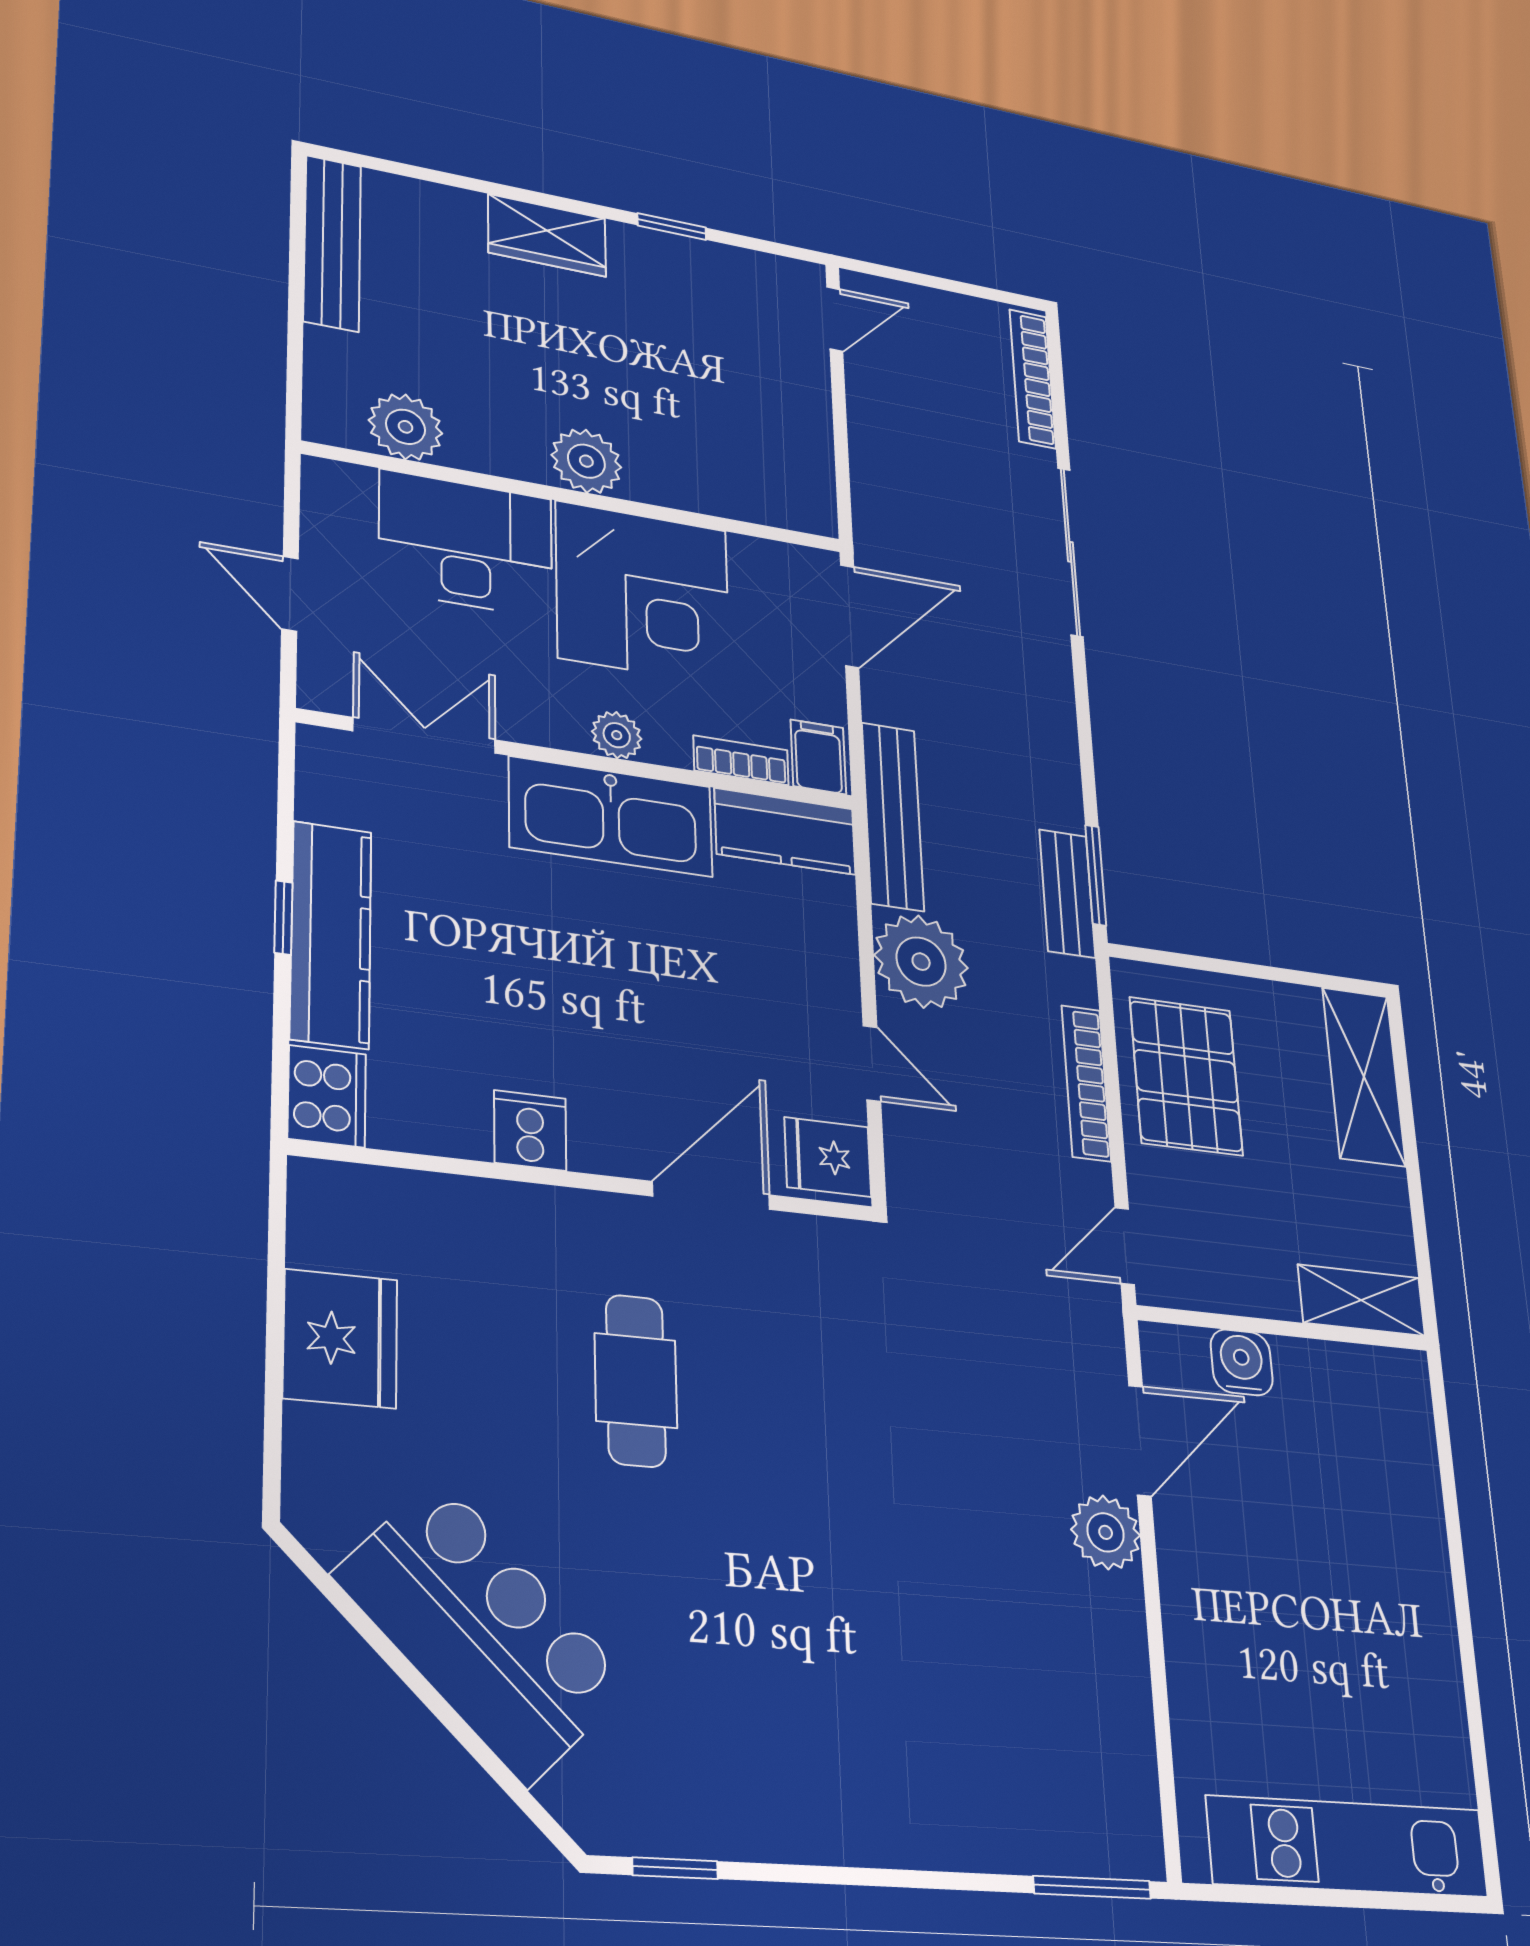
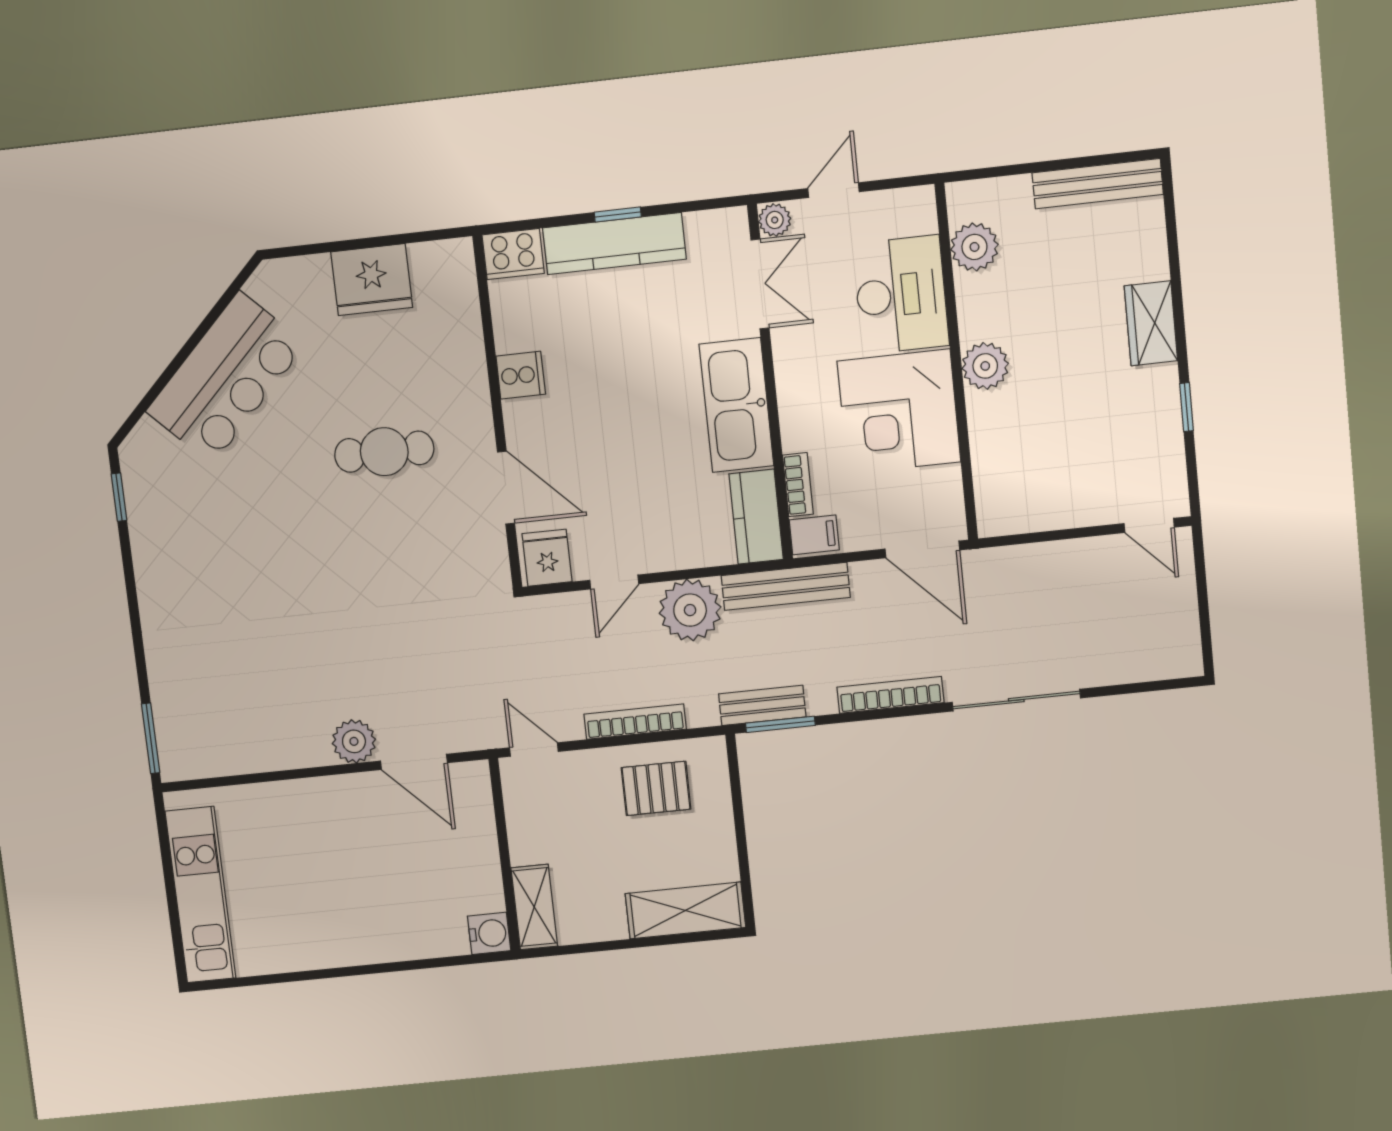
bookcase: (1033, 379) -> (890, 695), moved
plant: (617, 735) -> (775, 220), moved
pallet: (1186, 1076) -> (656, 788), width x0.67, depth x0.71
water cooler: (1242, 1362) -> (489, 933), moved

